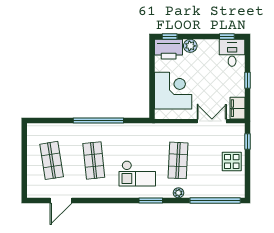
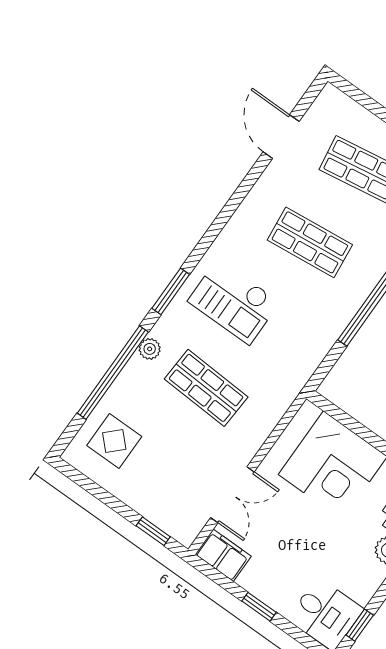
display table: (232, 161) -> (114, 441), moved
checkout: (137, 173) -> (234, 302), turned -90
window: (215, 200) -> (113, 373), moved

